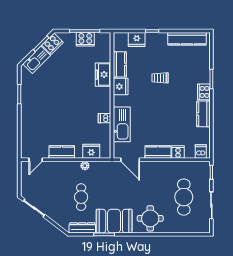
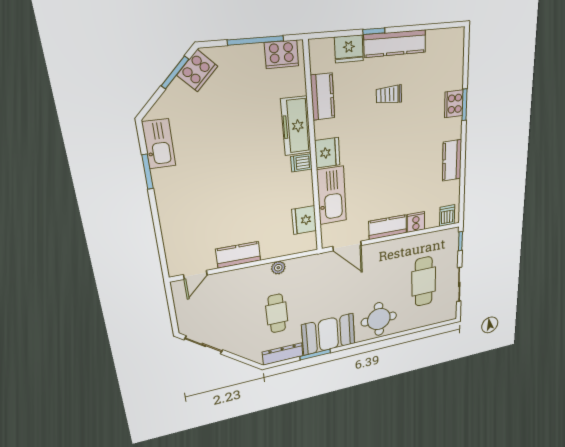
cooker: (85, 39) -> (282, 54), moved
kitchen counter: (187, 39) -> (395, 44), moved
kitchen sink: (37, 60) -> (159, 144), moved, turned -45
freezer: (103, 75) -> (296, 126), width x1.40
trolley: (160, 78) -> (389, 95), moved
fridge: (121, 87) -> (327, 153), moved
cooker: (204, 92) -> (454, 104), moved
dishwasher: (104, 118) -> (301, 163), moved
fridge: (91, 151) -> (304, 220), moved, turned -90

